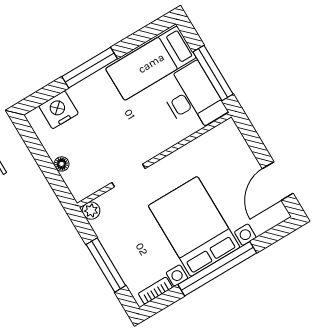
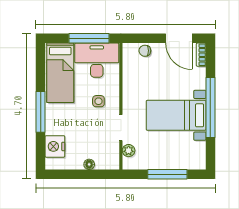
side table: (144, 130) -> (98, 101), added
chair: (238, 149) -> (145, 51), added
plant: (91, 211) -> (129, 151), moved
bed with nightstands: (194, 227) -> (176, 115), width x0.73
bookcase: (155, 291) -> (201, 55), moved

